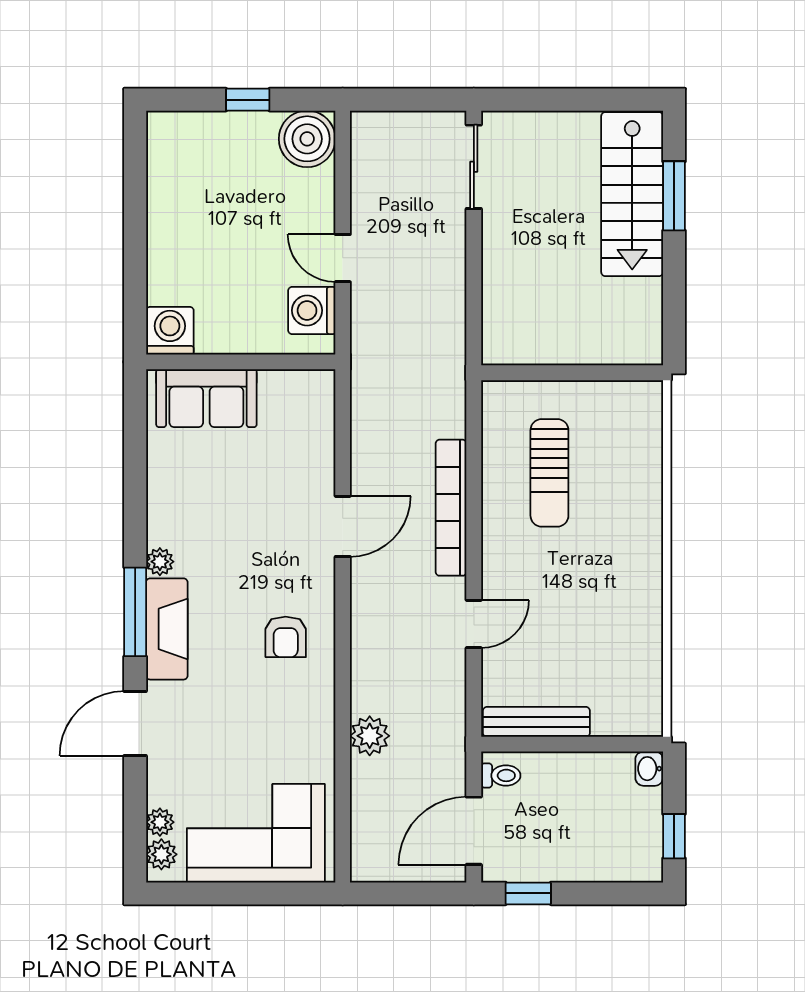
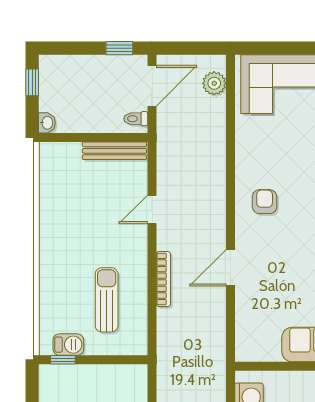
window: (622, 373) -> (63, 360), added
barbecue: (613, 398) -> (68, 345), added
bookcase: (451, 508) -> (163, 279), width x0.68, depth x0.76
plant: (370, 736) -> (214, 83), moved

